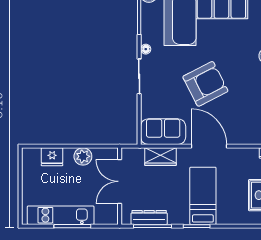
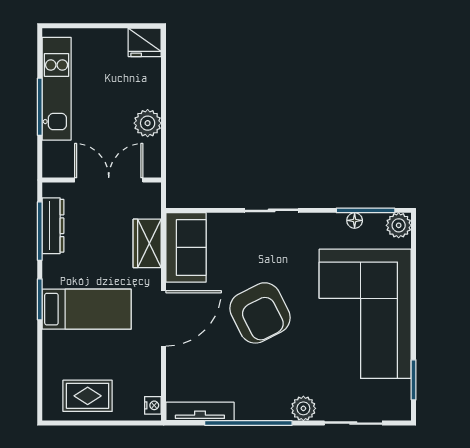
floor lamp: (146, 49) -> (355, 220), moved
fridge: (52, 157) -> (145, 42), moved, turned -90

